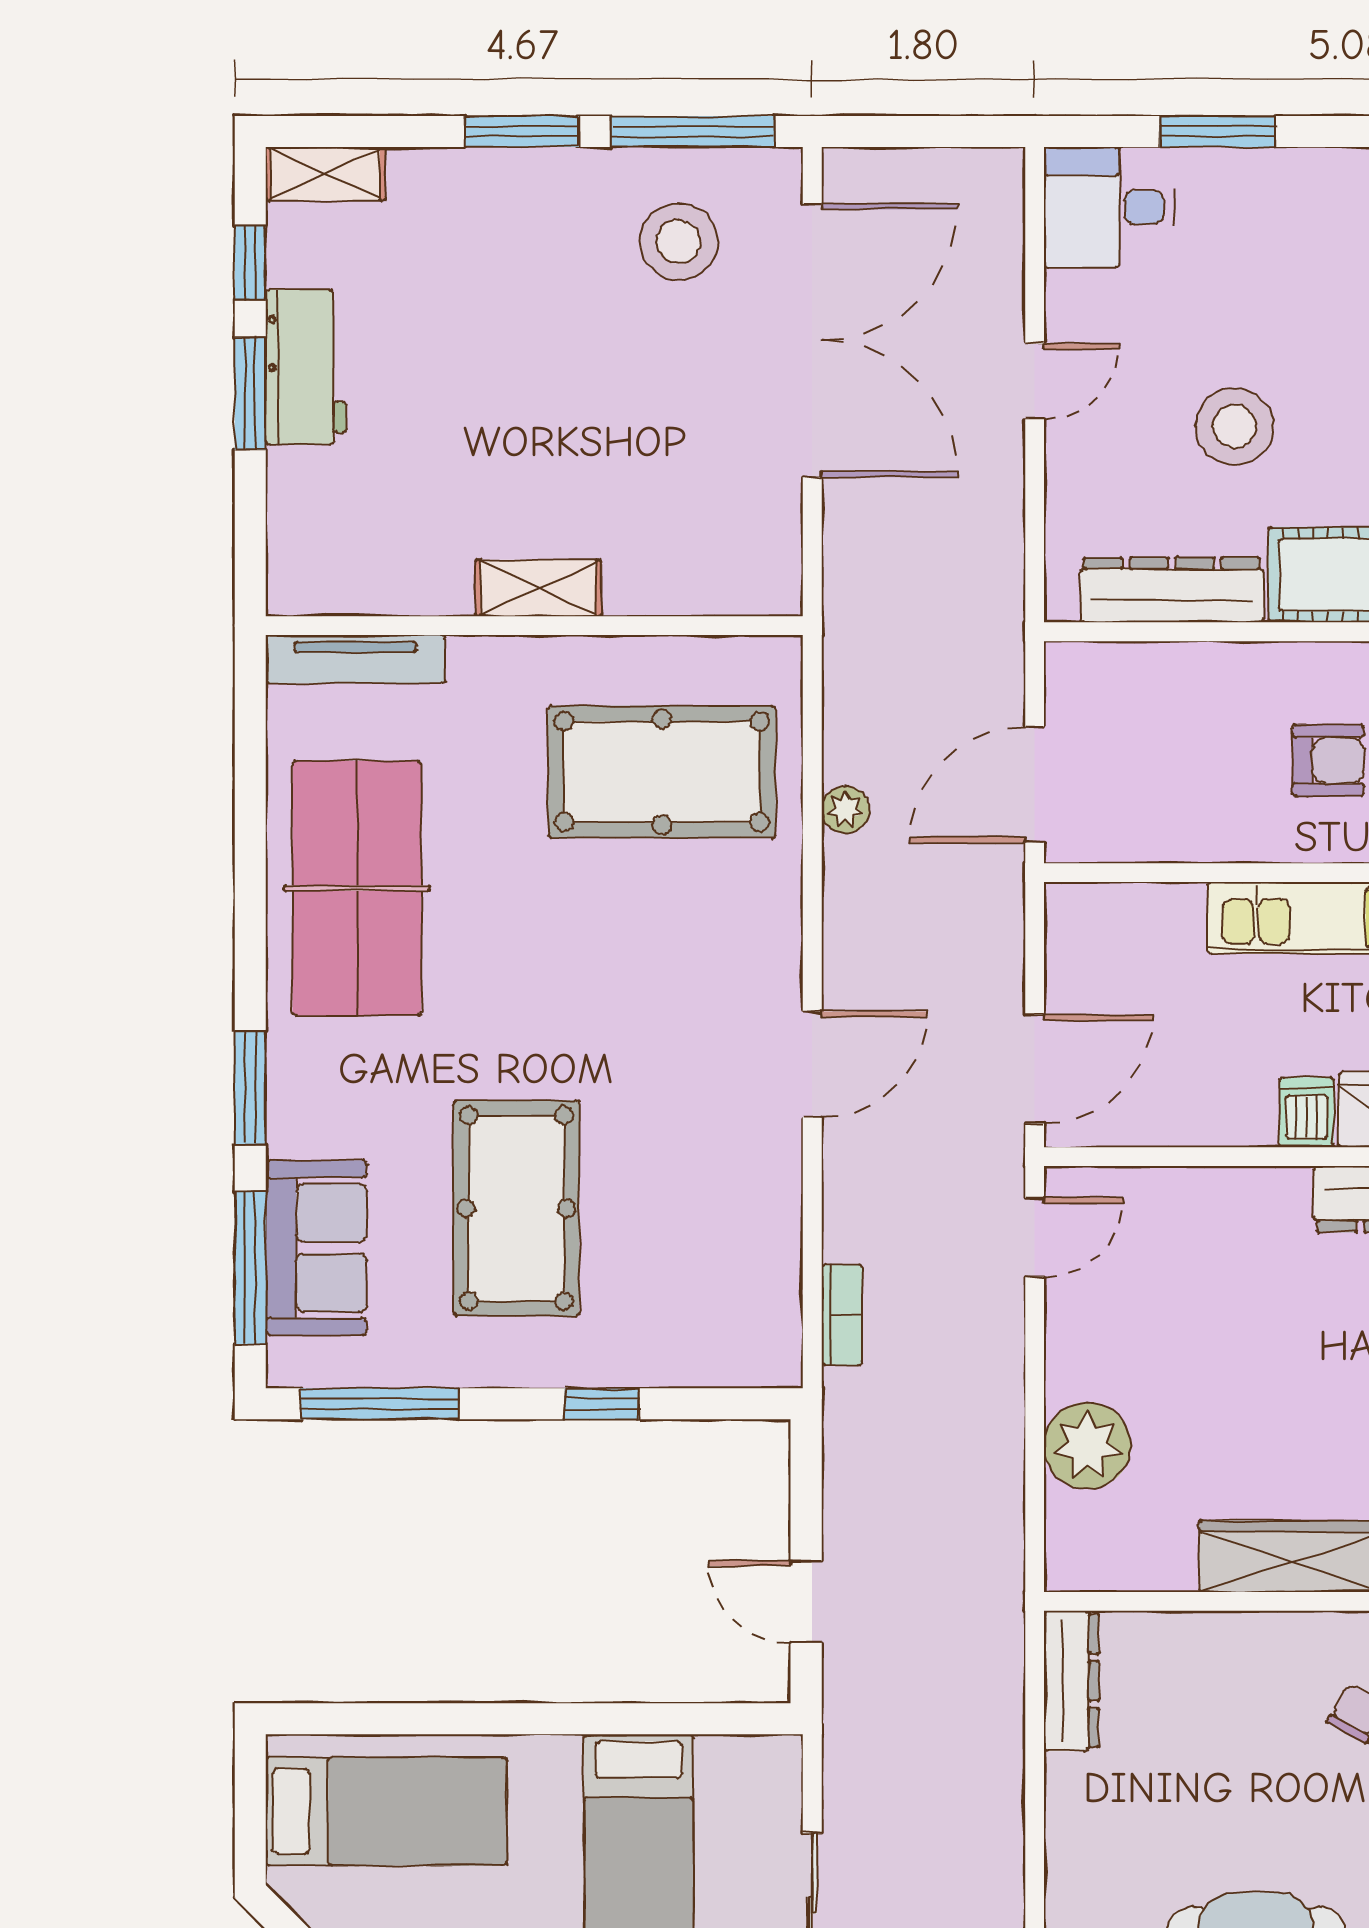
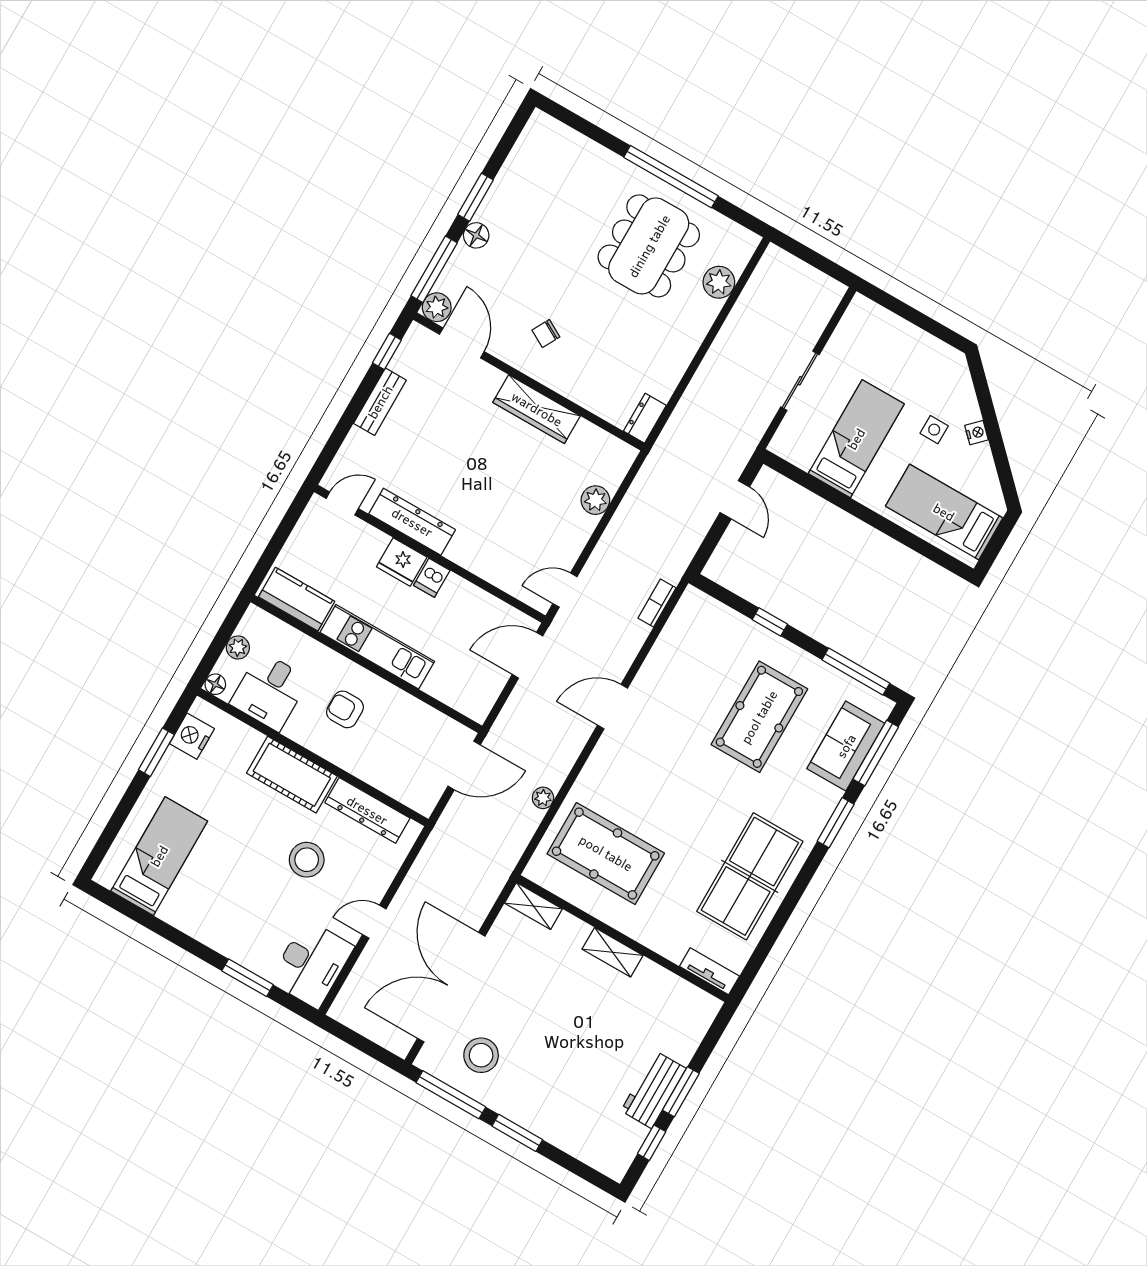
shelving: (325, 174) -> (533, 906), moved
desk: (1109, 207) -> (312, 964), width x1.37
tv unit: (355, 659) -> (709, 971), width x0.71
plant: (1087, 1446) -> (595, 500), width x0.73, depth x0.73
dresser: (1071, 1681) -> (645, 418), width x0.70

